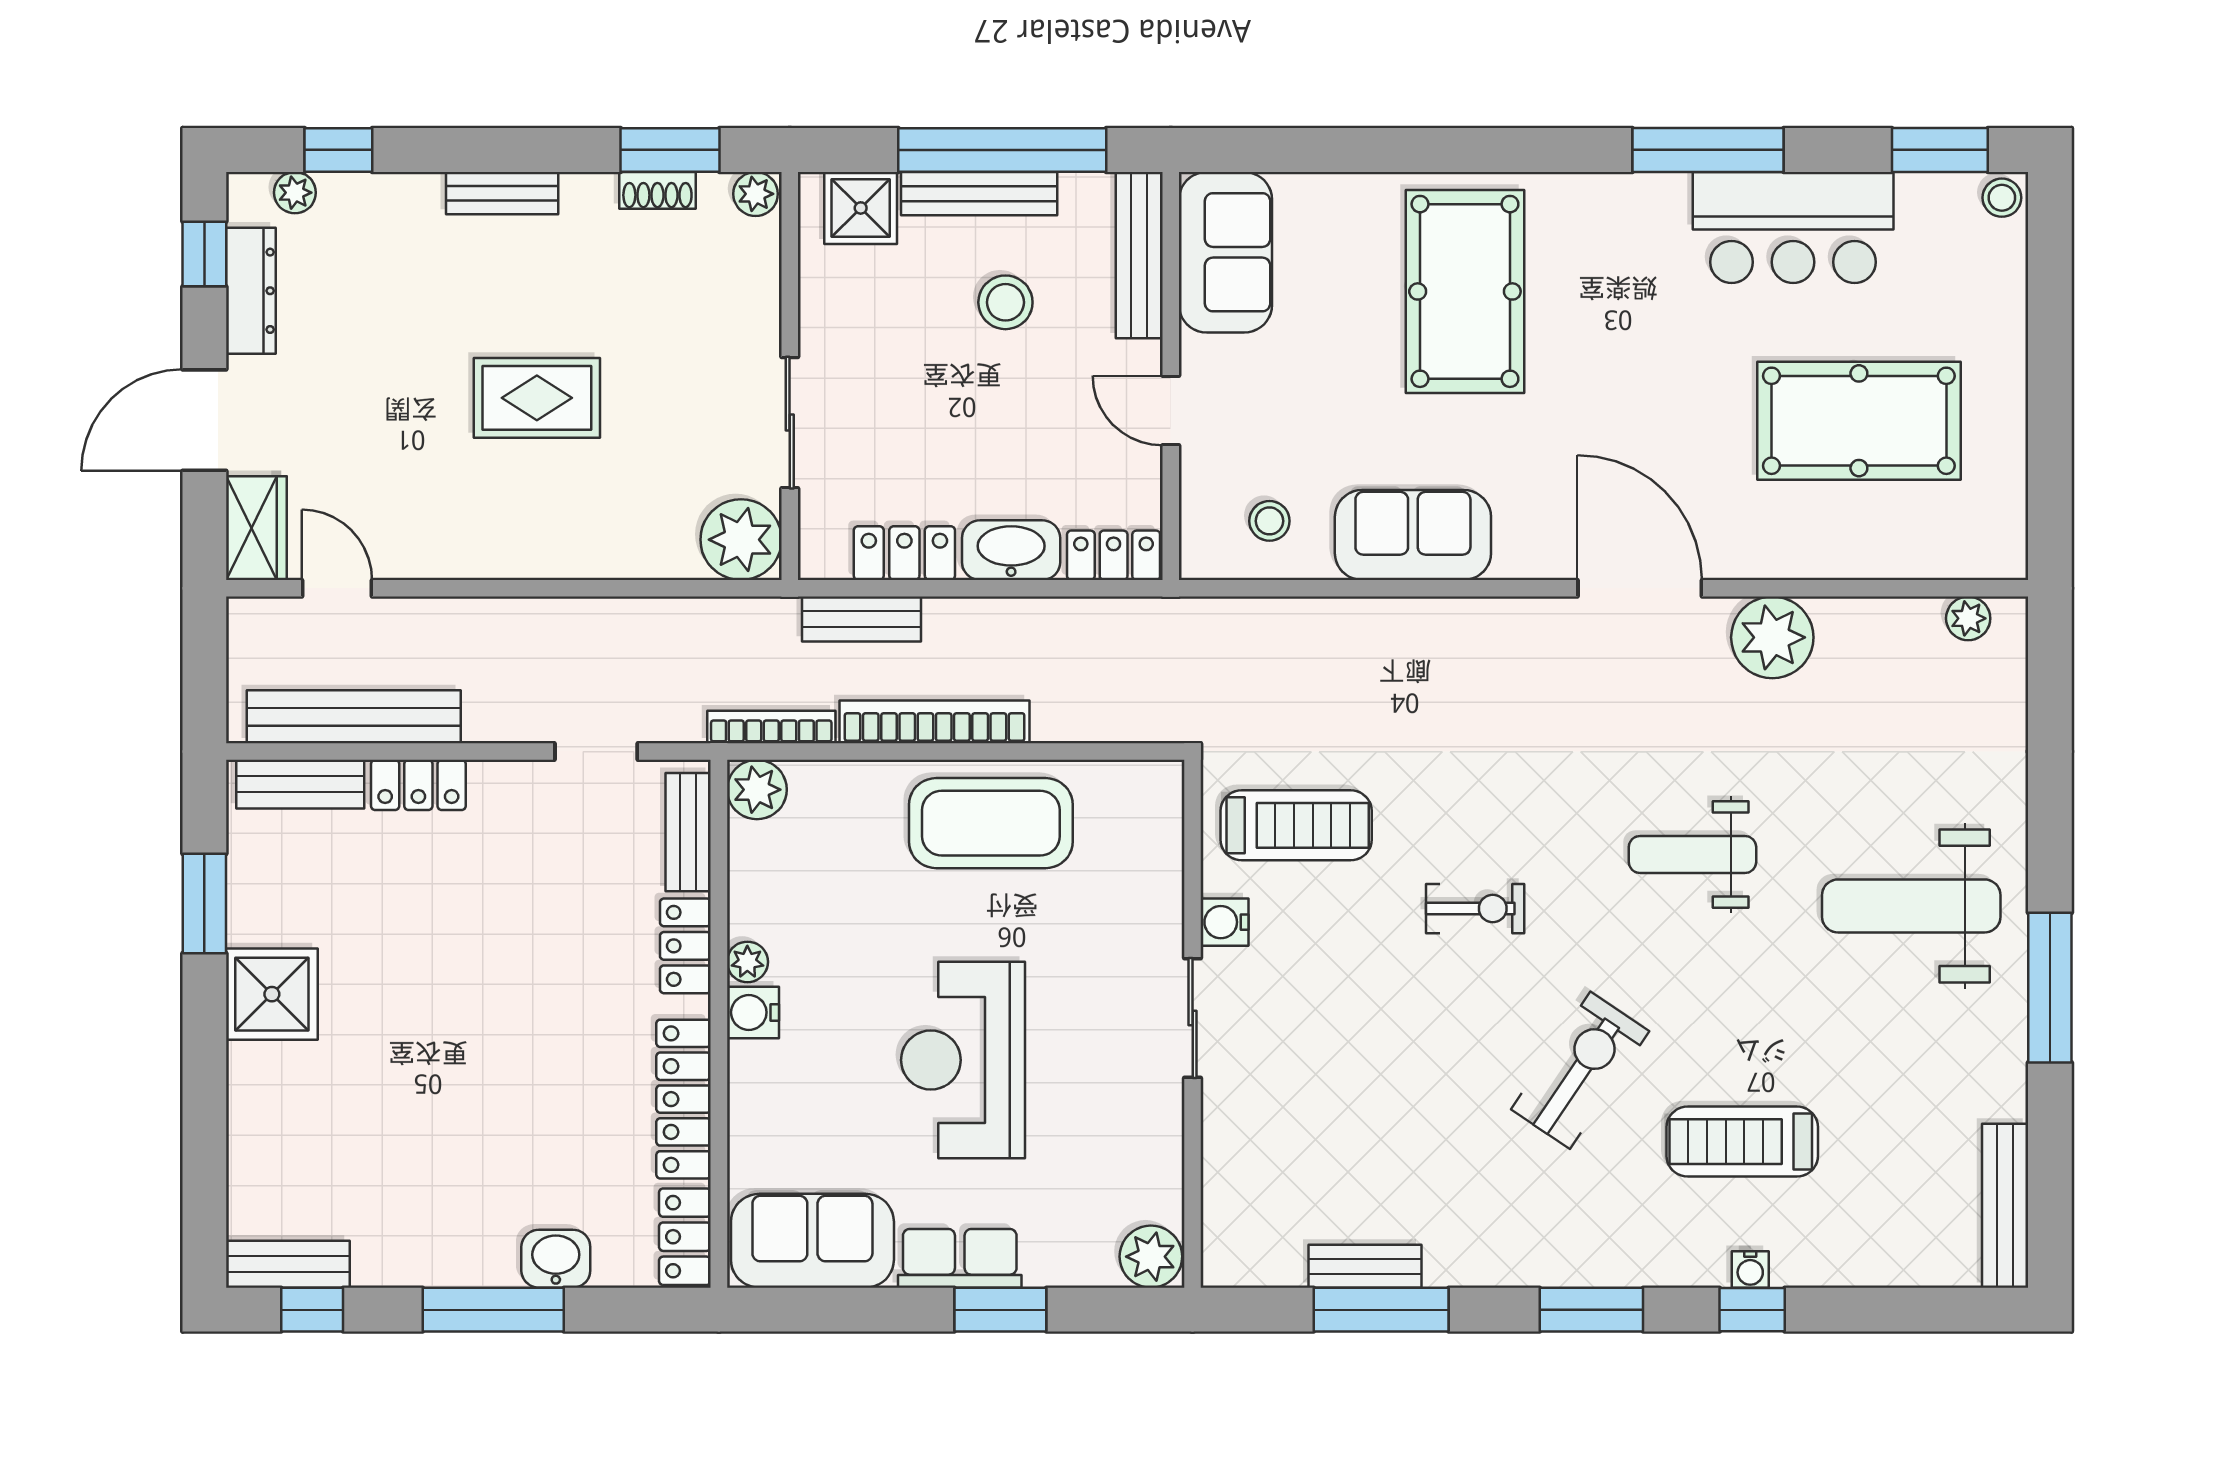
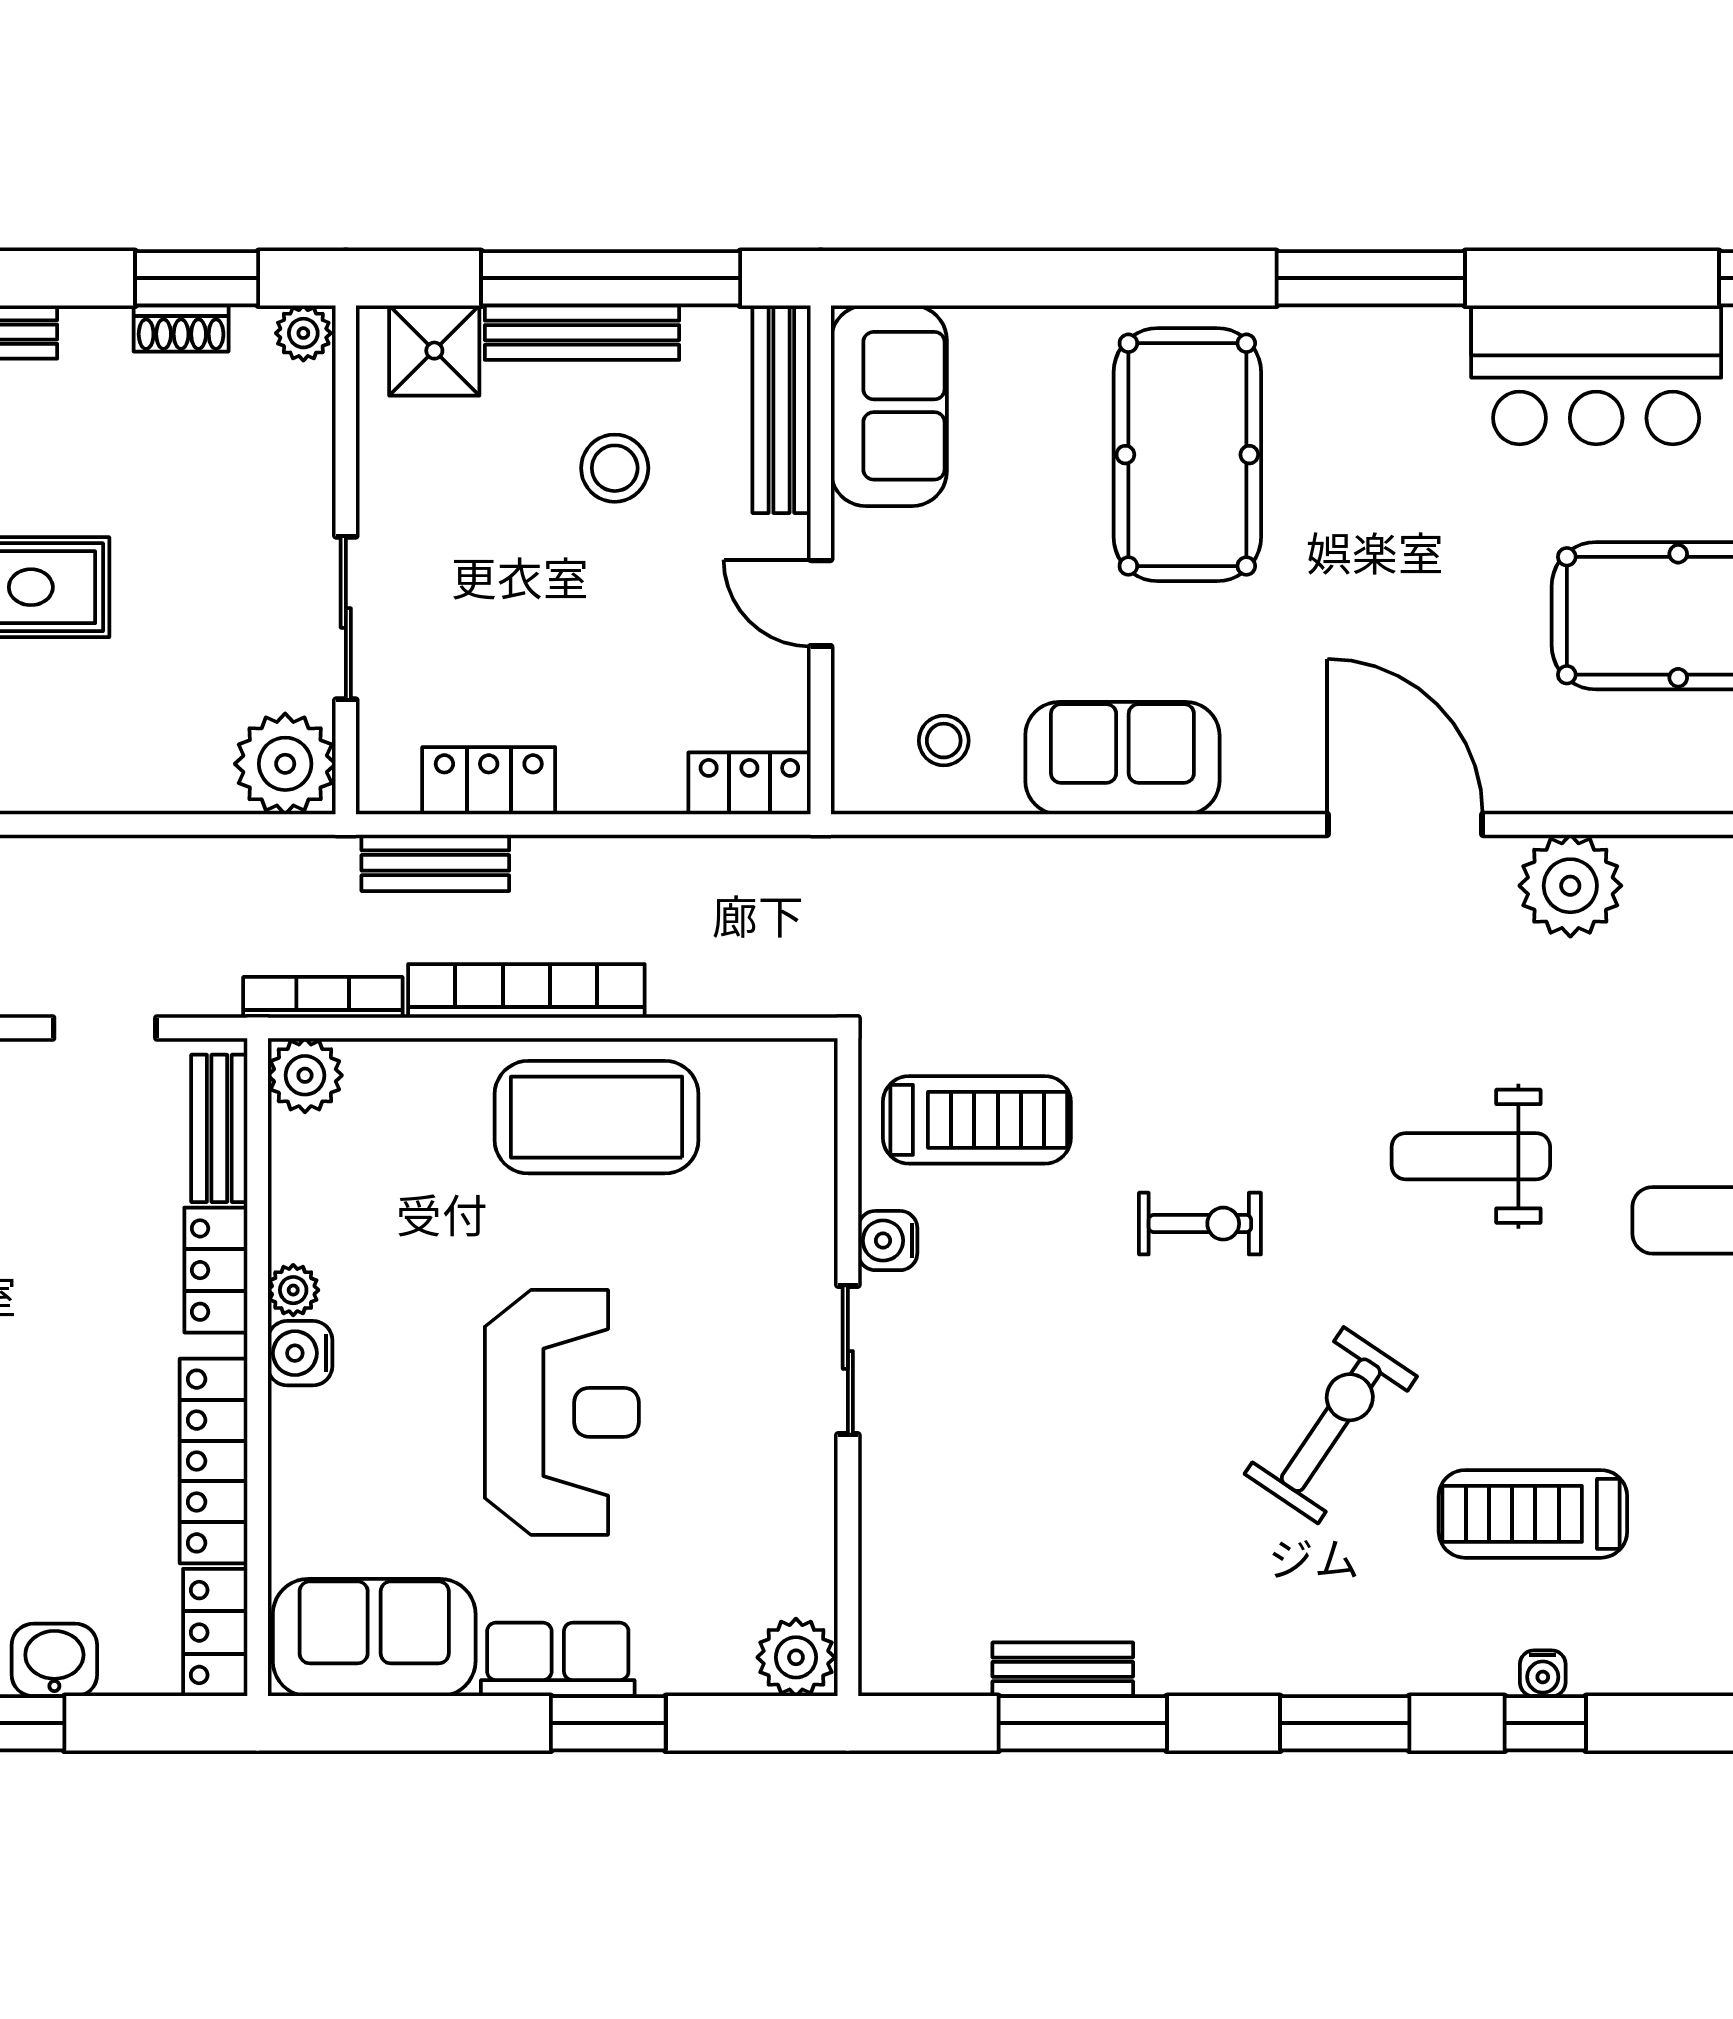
window: (1708, 150) -> (1371, 278), moved
washbasin: (1011, 550) -> (622, 777), removed
reception desk: (963, 1060) -> (562, 1412), turned 180

